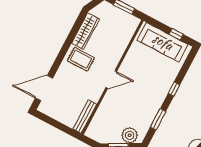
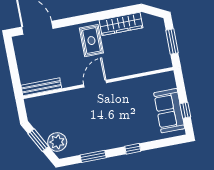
sofa: (163, 42) -> (169, 111), width x0.73
door: (111, 80) -> (95, 84), swing flipped

